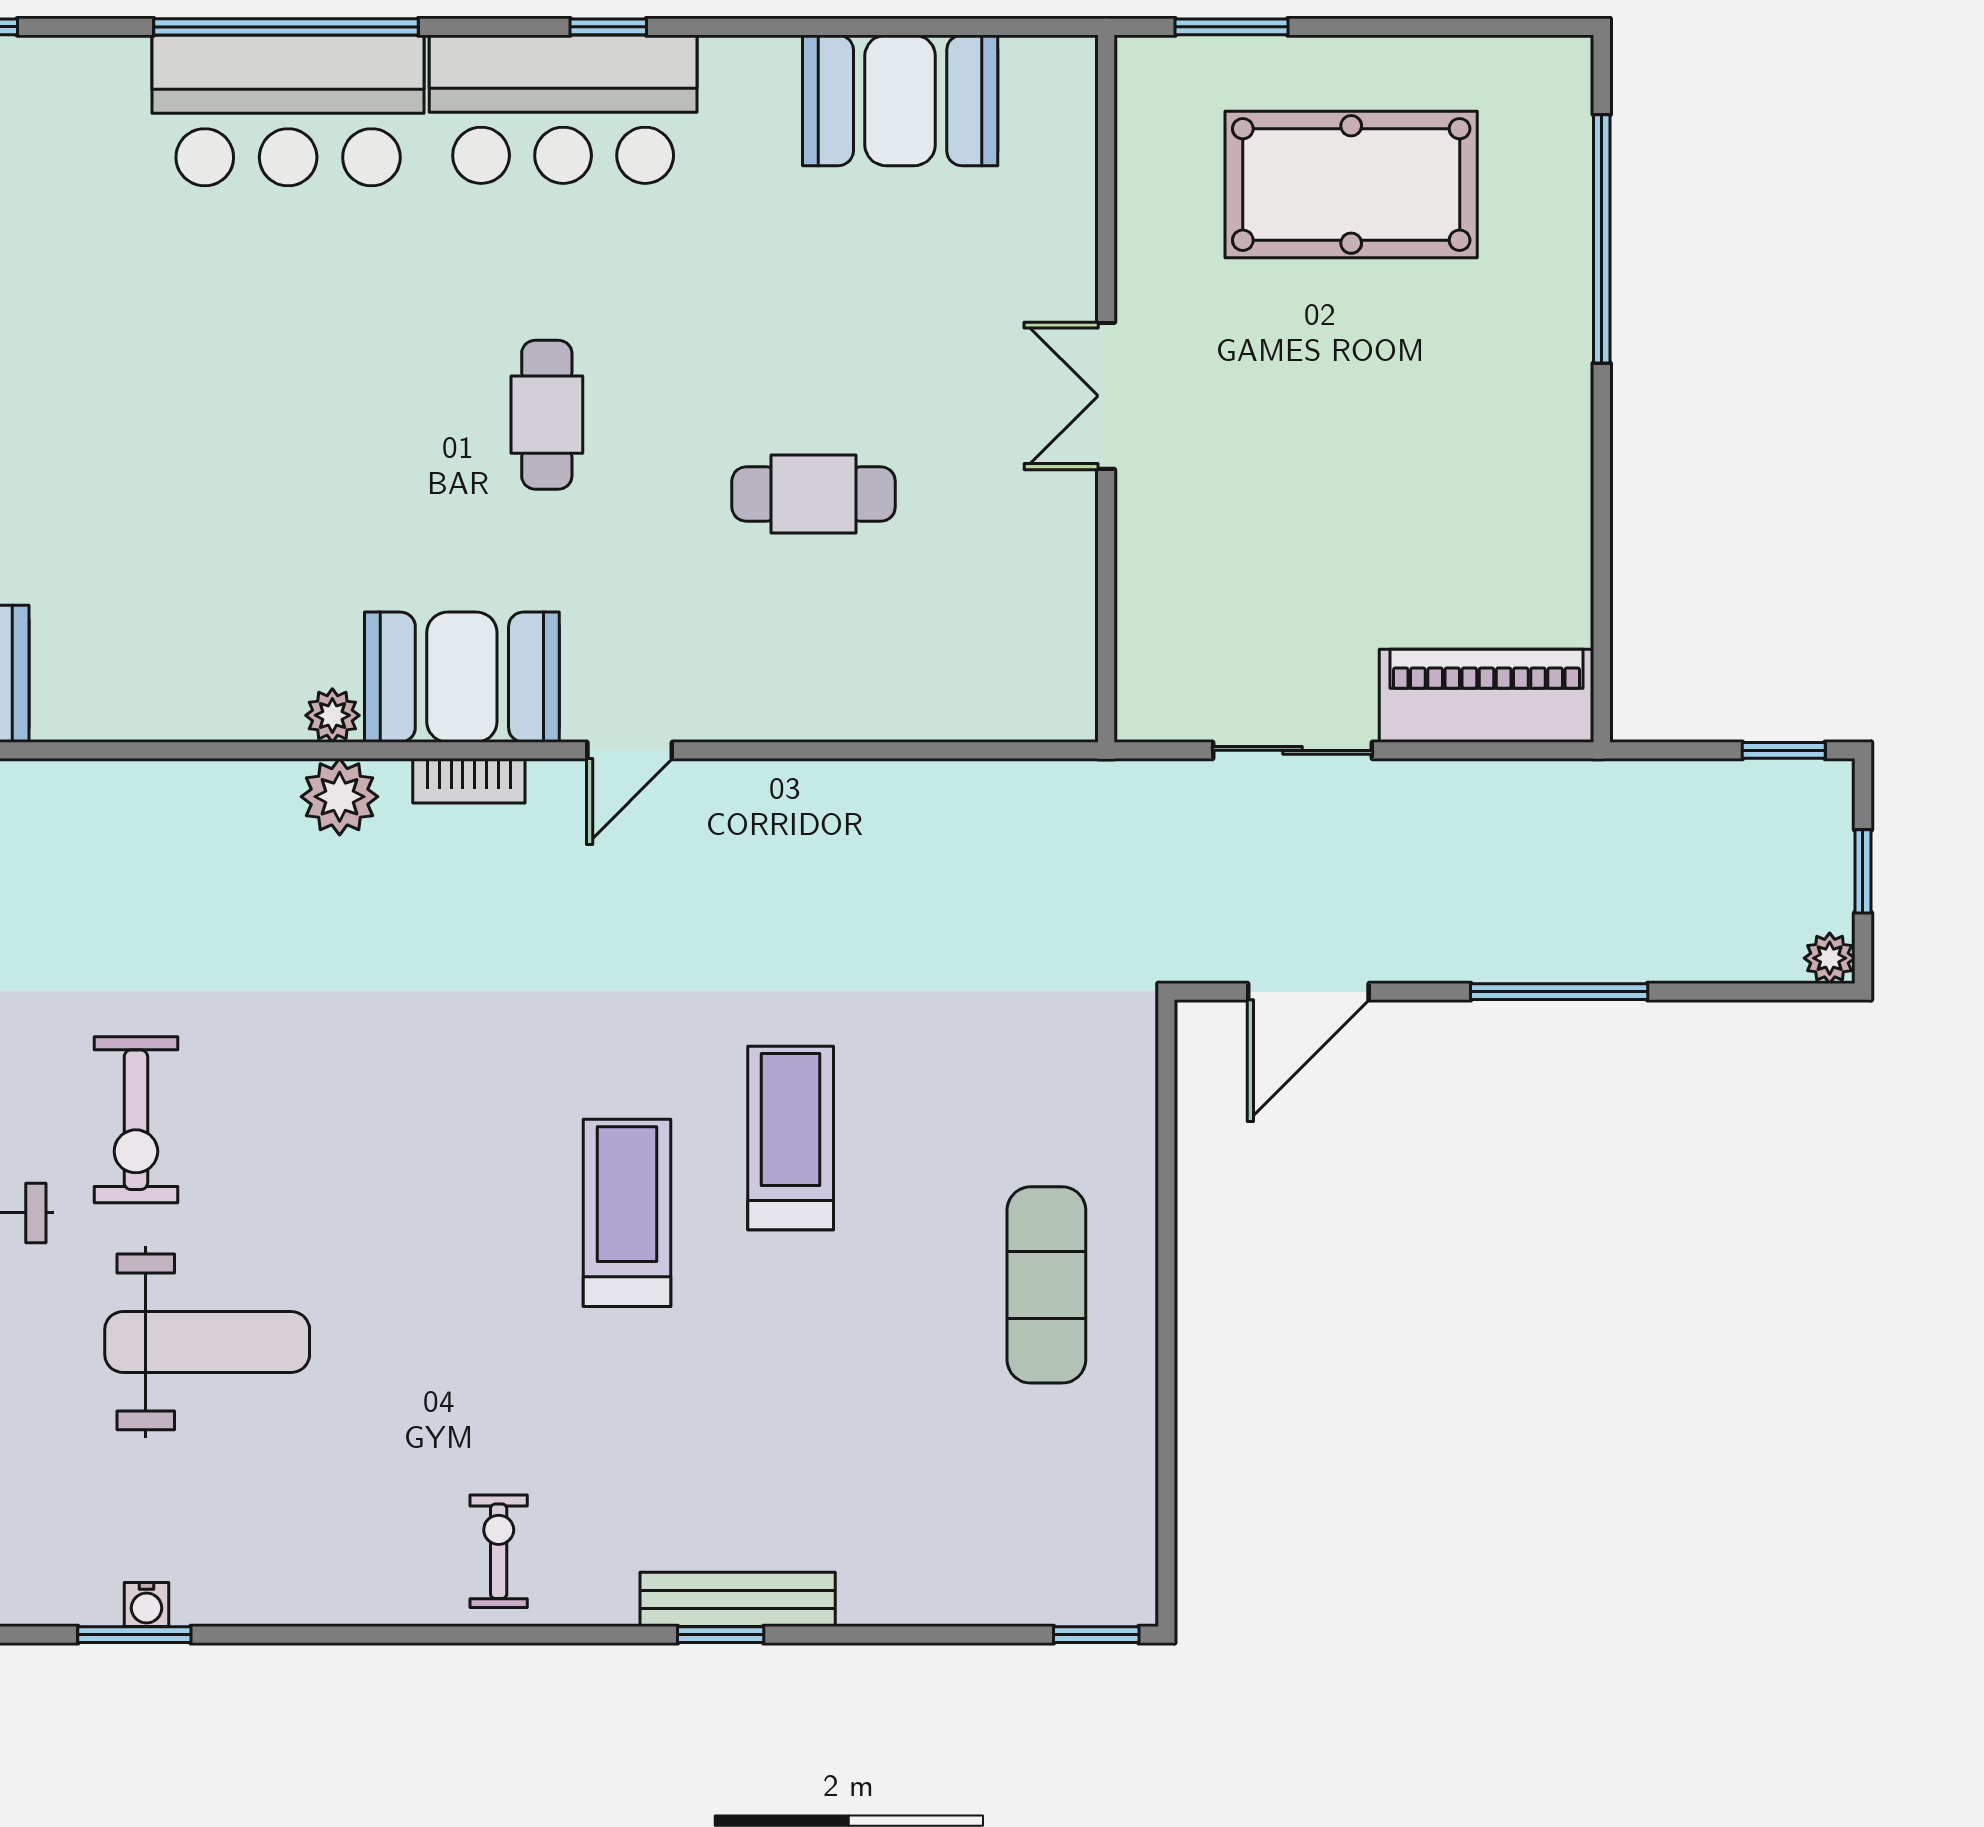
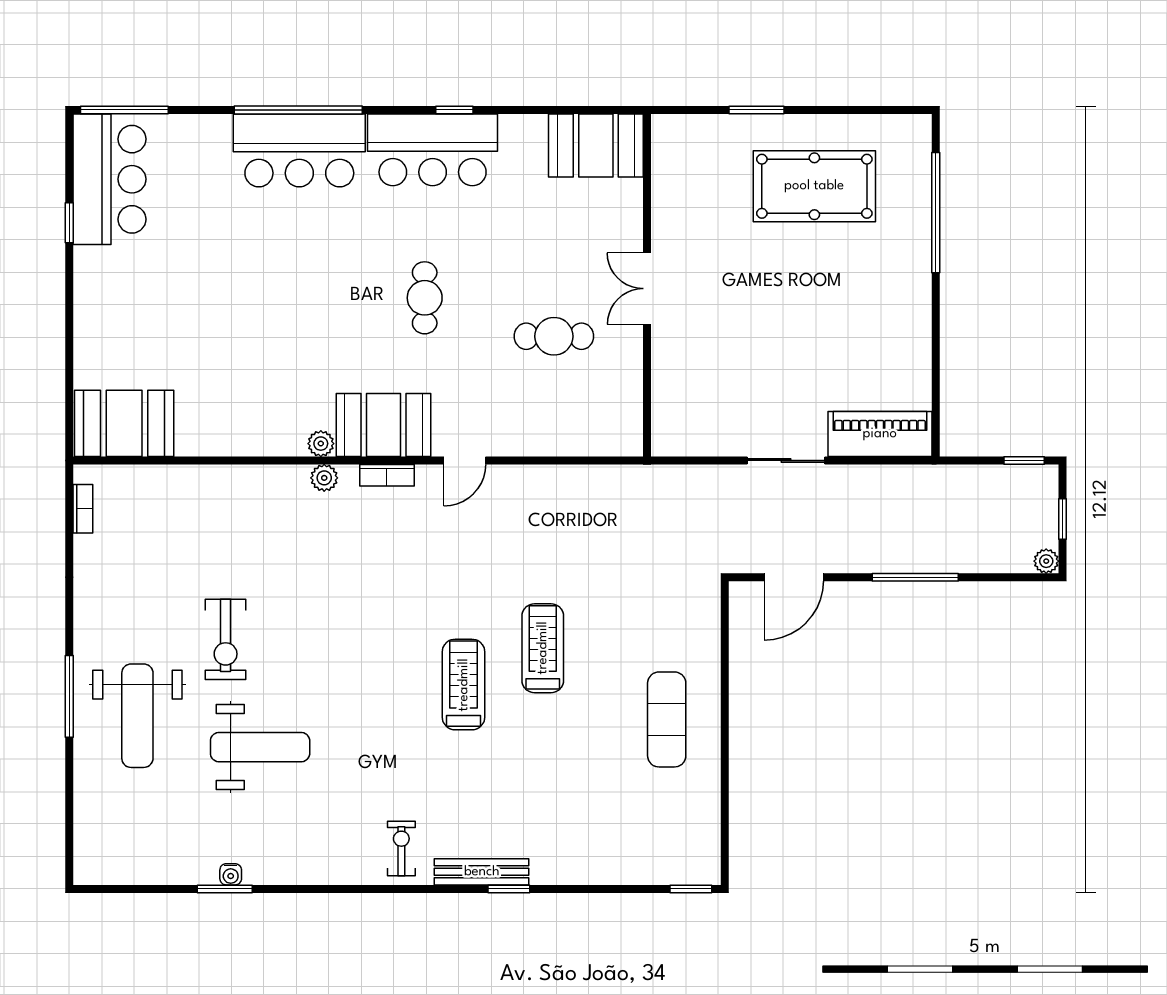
wall: (1106, 389) -> (647, 285), moved
double door: (1106, 396) -> (647, 289), moved
plant: (340, 797) -> (324, 478), width x0.73, depth x0.73
bench: (738, 1599) -> (482, 872), moved

